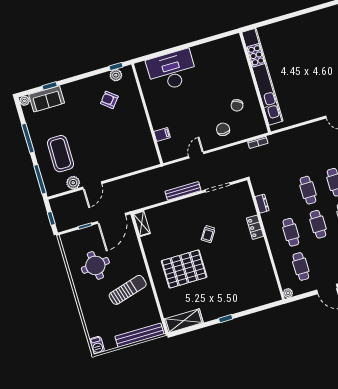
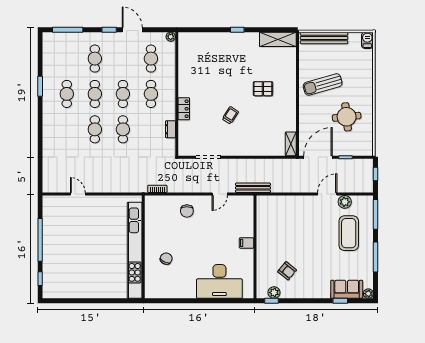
chair: (237, 105) -> (166, 259), moved
filing cabinet: (162, 134) -> (246, 243), moved
bench: (183, 191) -> (253, 188), moved
pallet: (184, 269) -> (263, 89), width x0.49, depth x0.50

